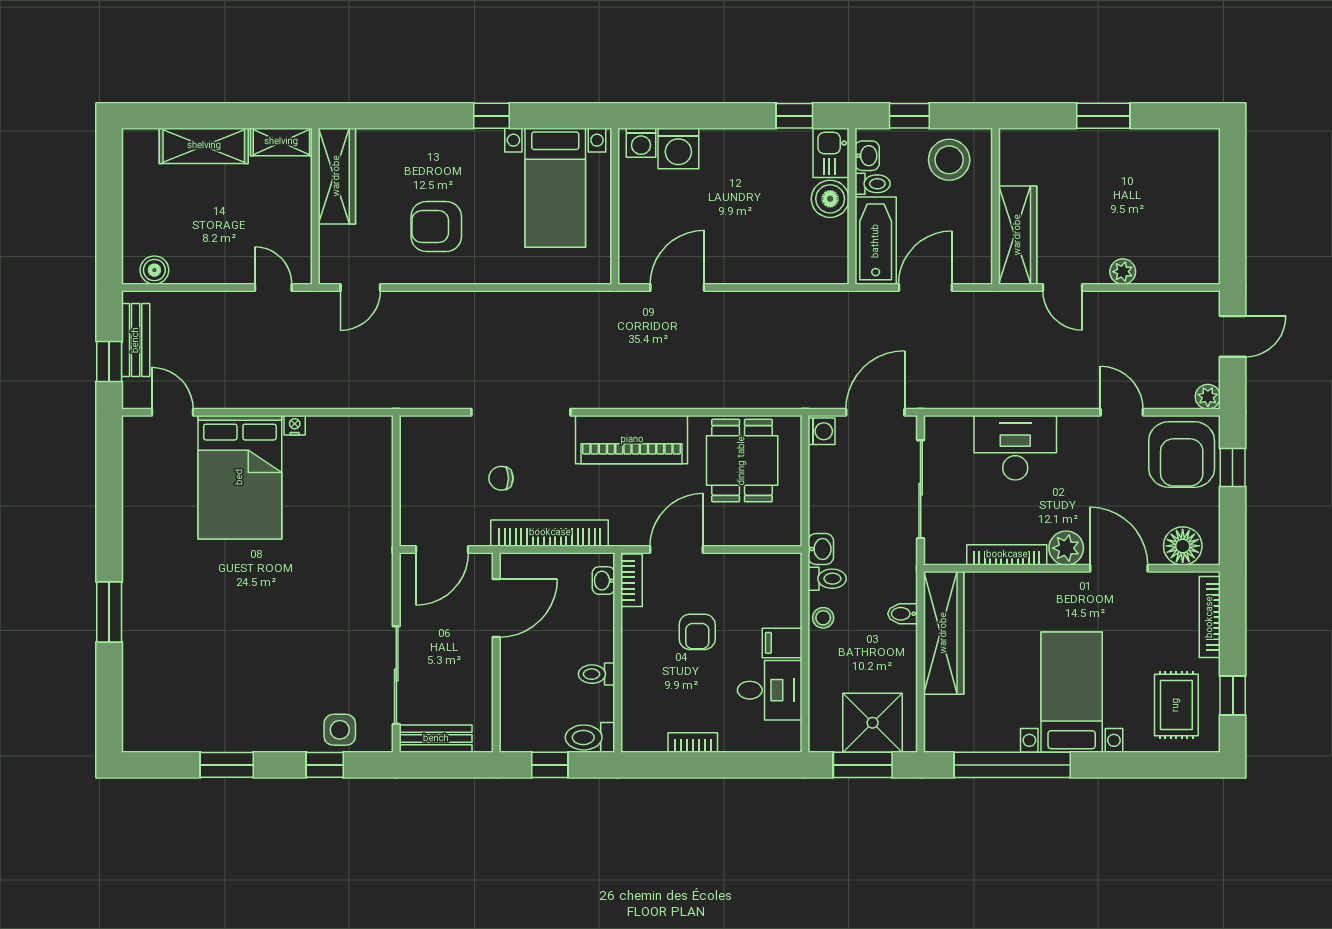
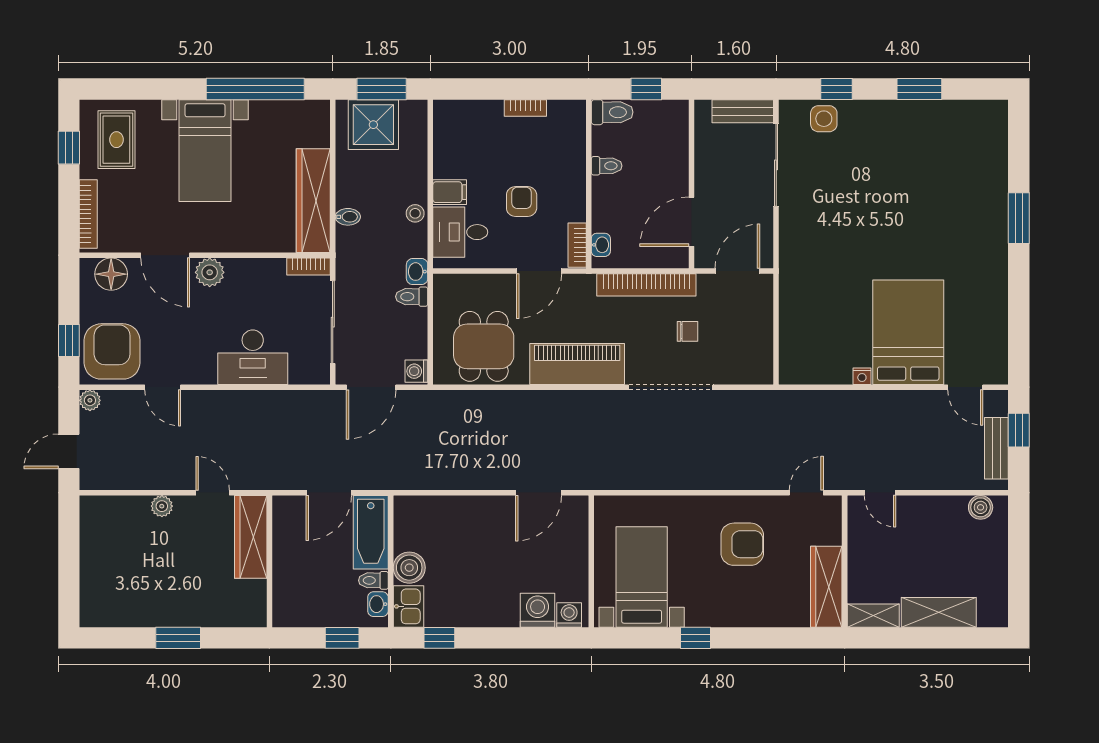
stool: (949, 160) -> (309, 601), removed
bookcase: (1007, 555) -> (309, 267), moved, width x0.64
toilet: (827, 579) -> (412, 297), moved
desk: (770, 690) -> (460, 232), moved

